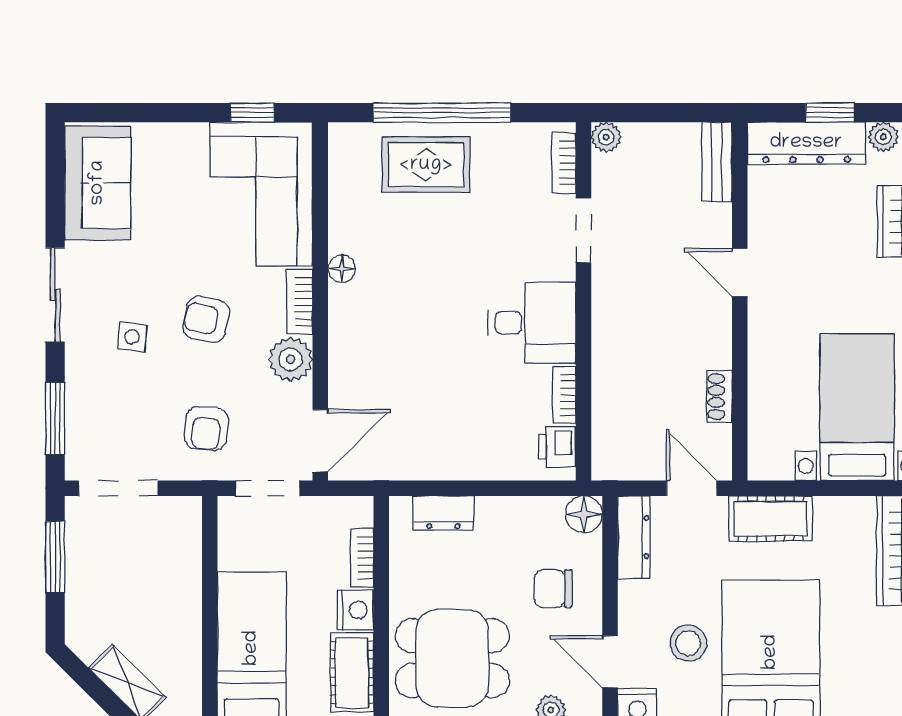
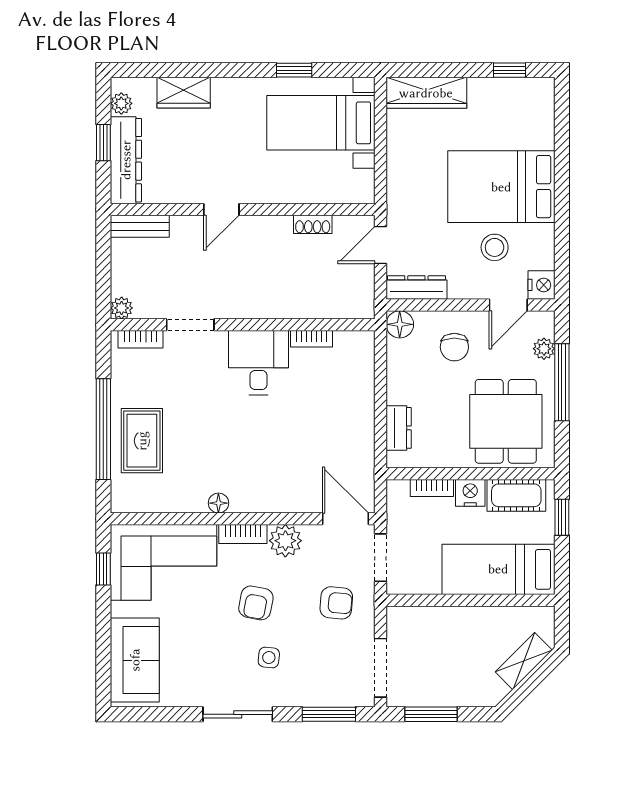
sofa: (98, 183) -> (135, 660), moved, turned 90
printer: (557, 447) -> (350, 344), removed
cot: (771, 519) -> (403, 187), removed

